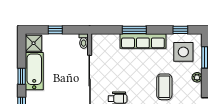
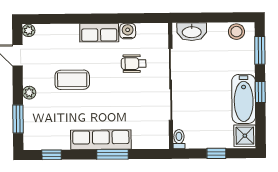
side table: (183, 52) -> (48, 126), removed
coffee table: (164, 87) -> (72, 80), turned 90

